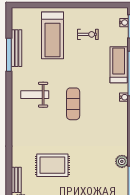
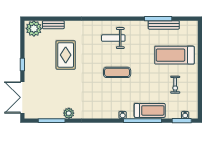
weight bench: (35, 95) -> (113, 38), moved, turned -90

